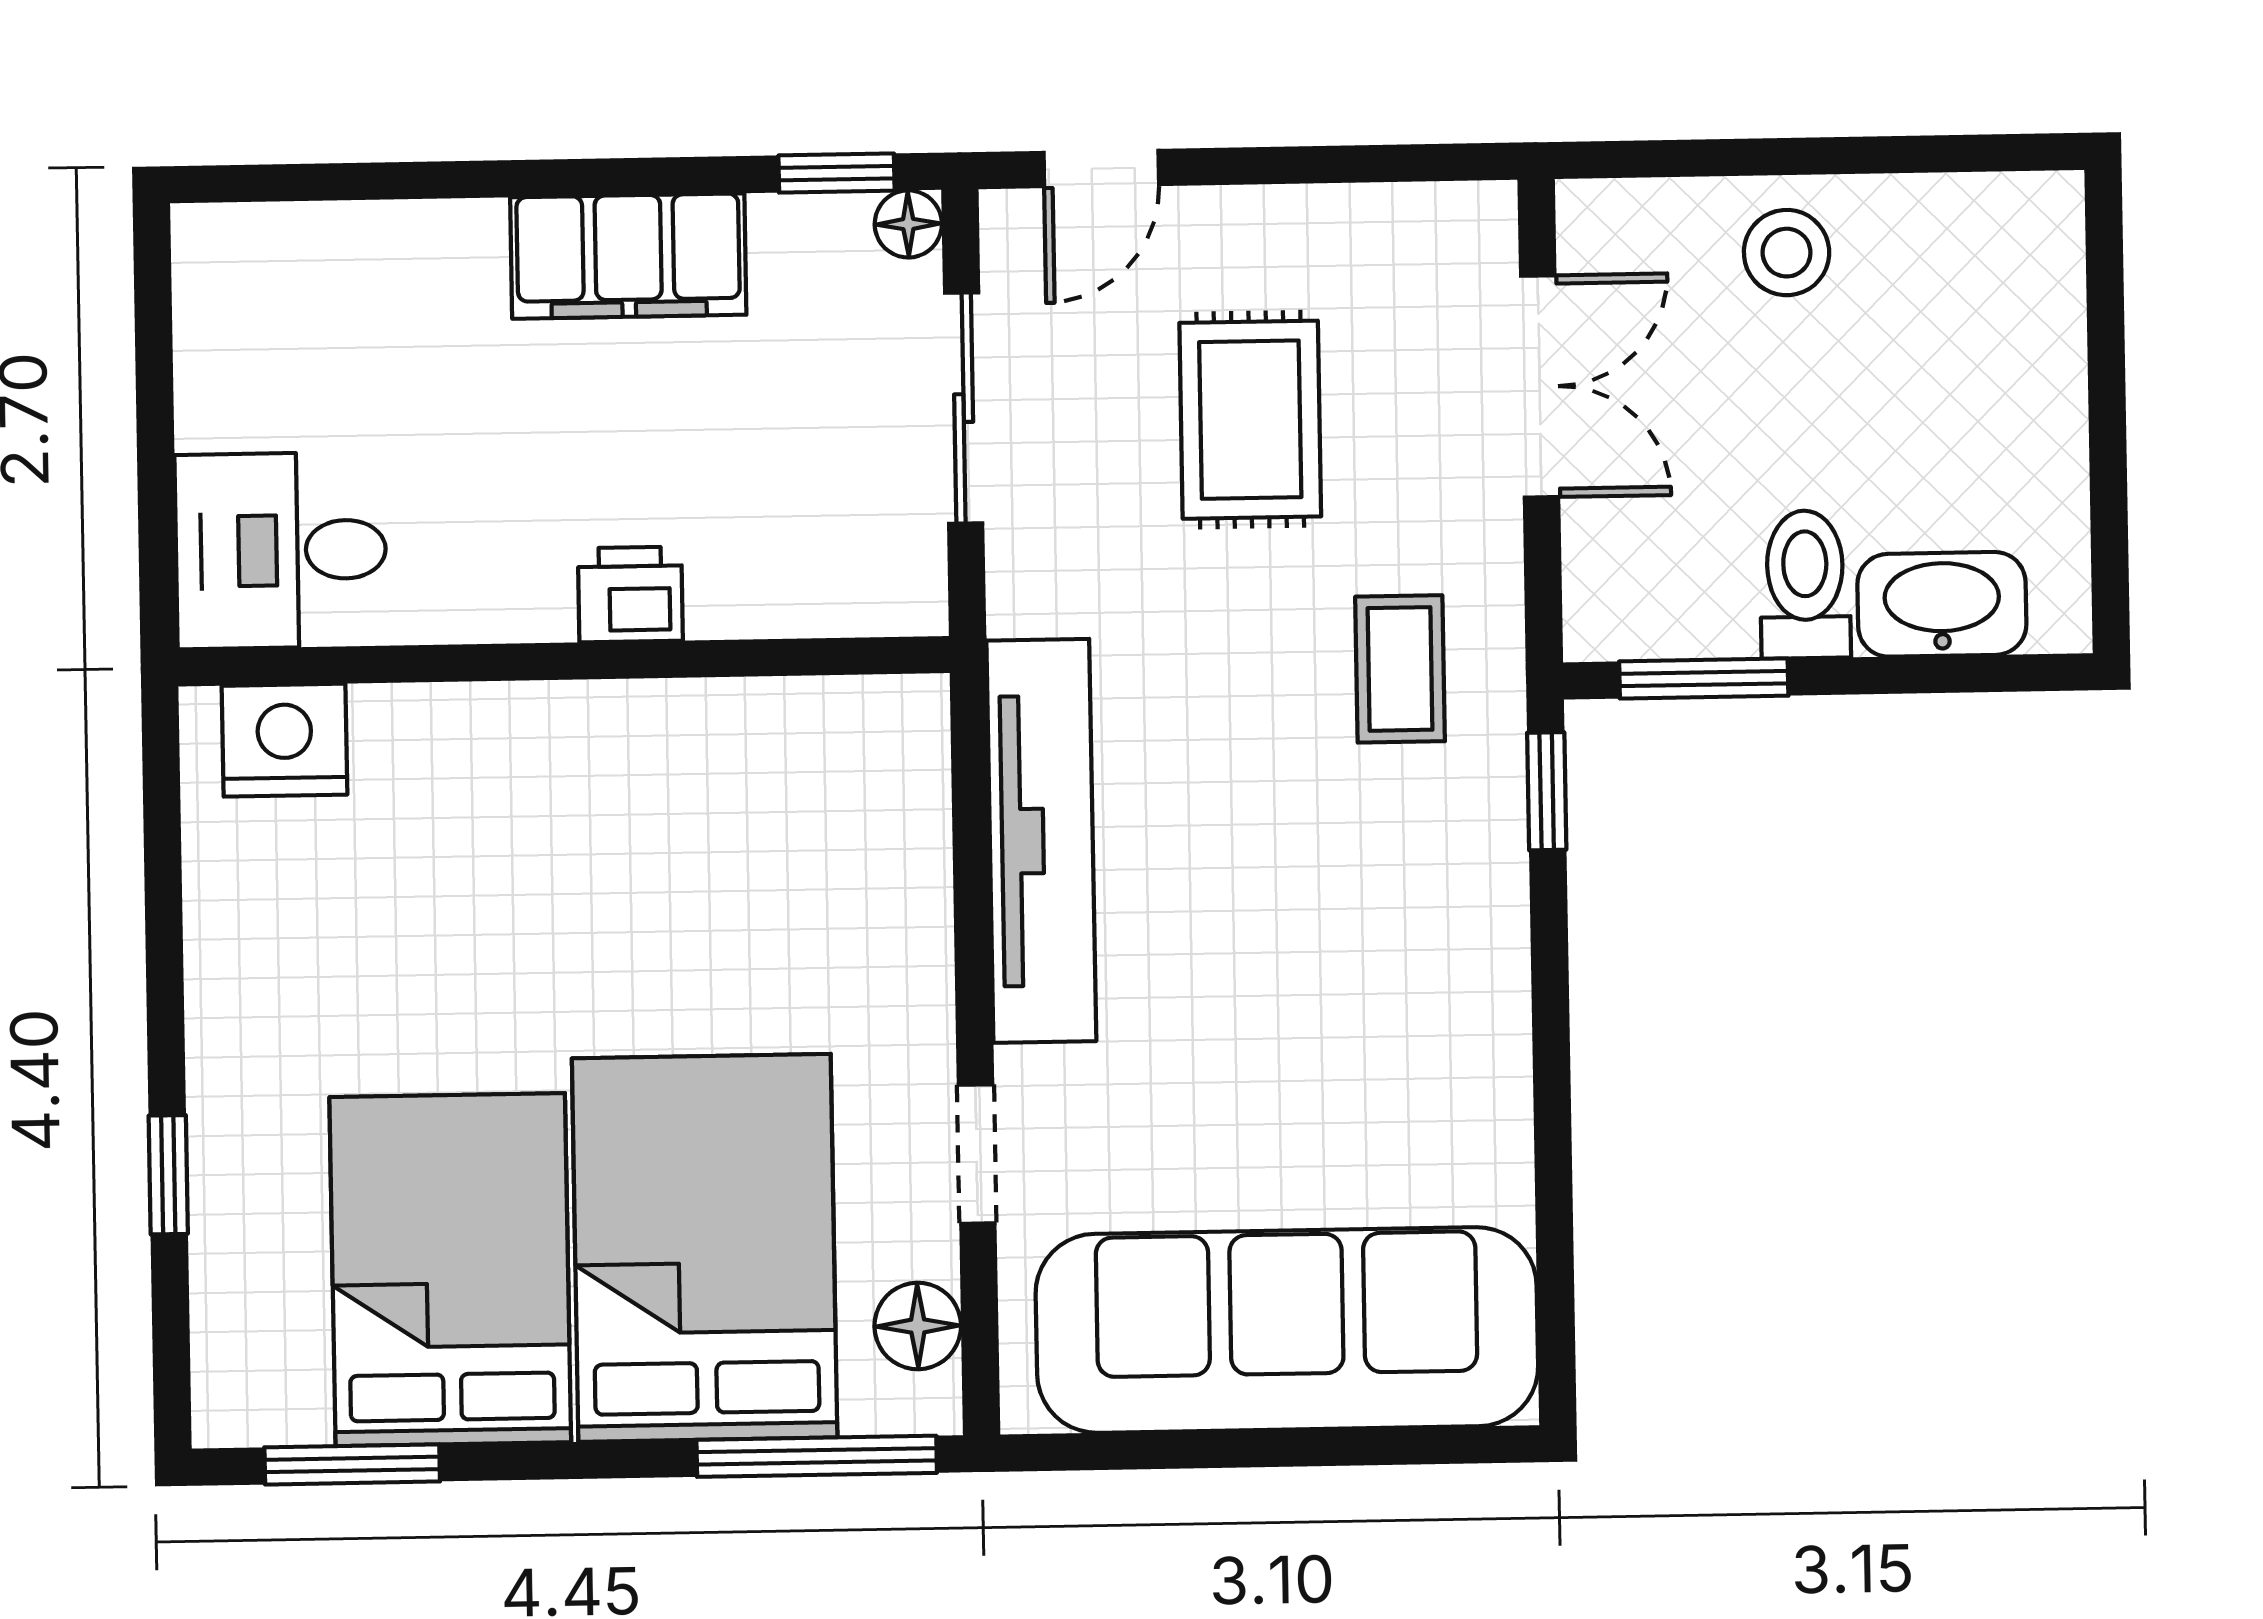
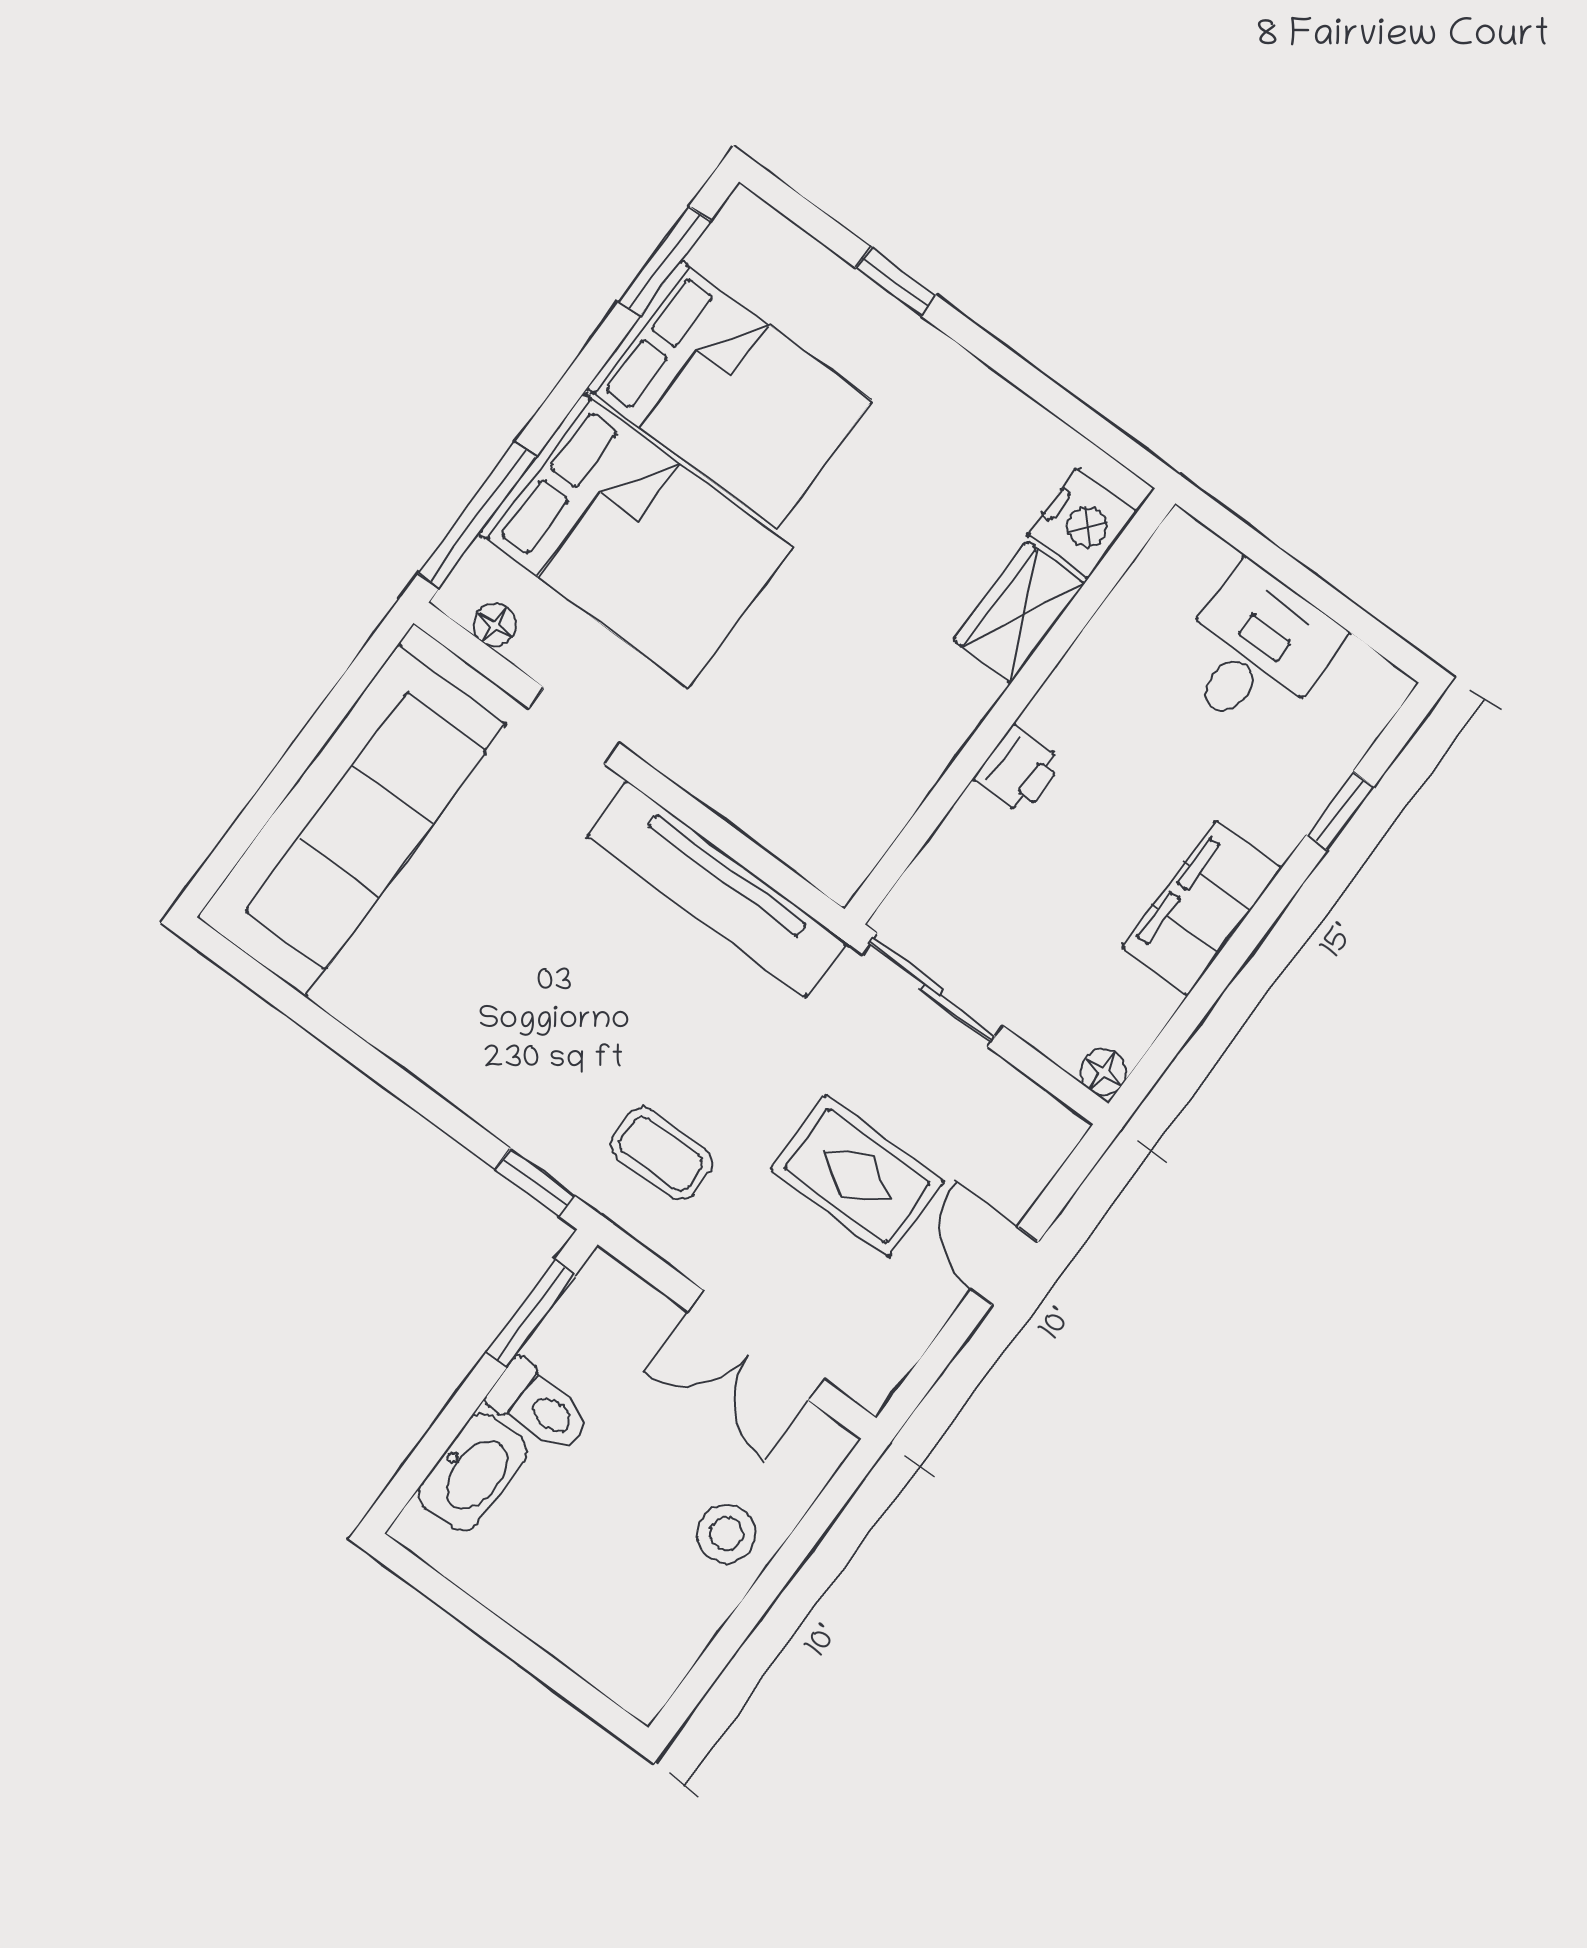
door: (1101, 168) -> (1005, 1266), moved
window: (836, 173) -> (1340, 811), moved
sliding door: (964, 408) -> (932, 990), moved
desk: (281, 550) -> (1255, 650), moved
wardrobe: (445, 735) -> (1019, 612), added
floor lamp: (918, 1326) -> (495, 625), width x0.73, depth x0.73

